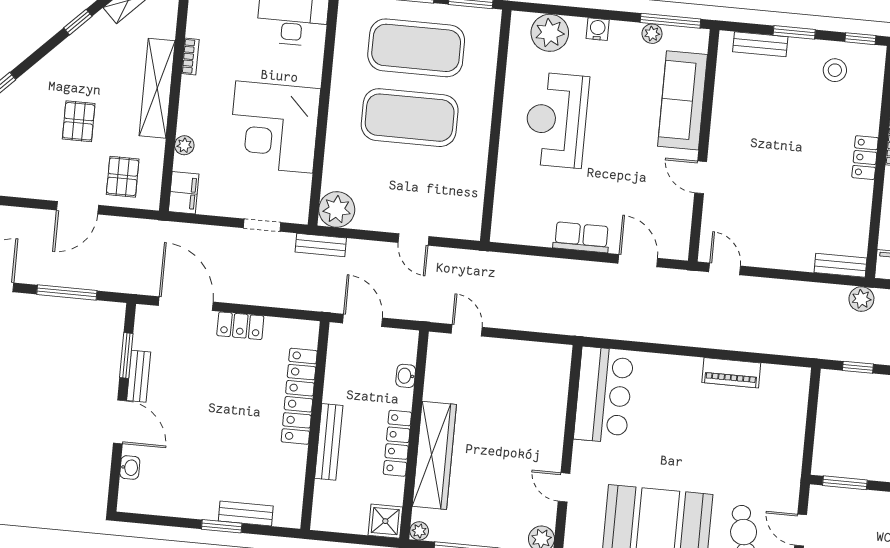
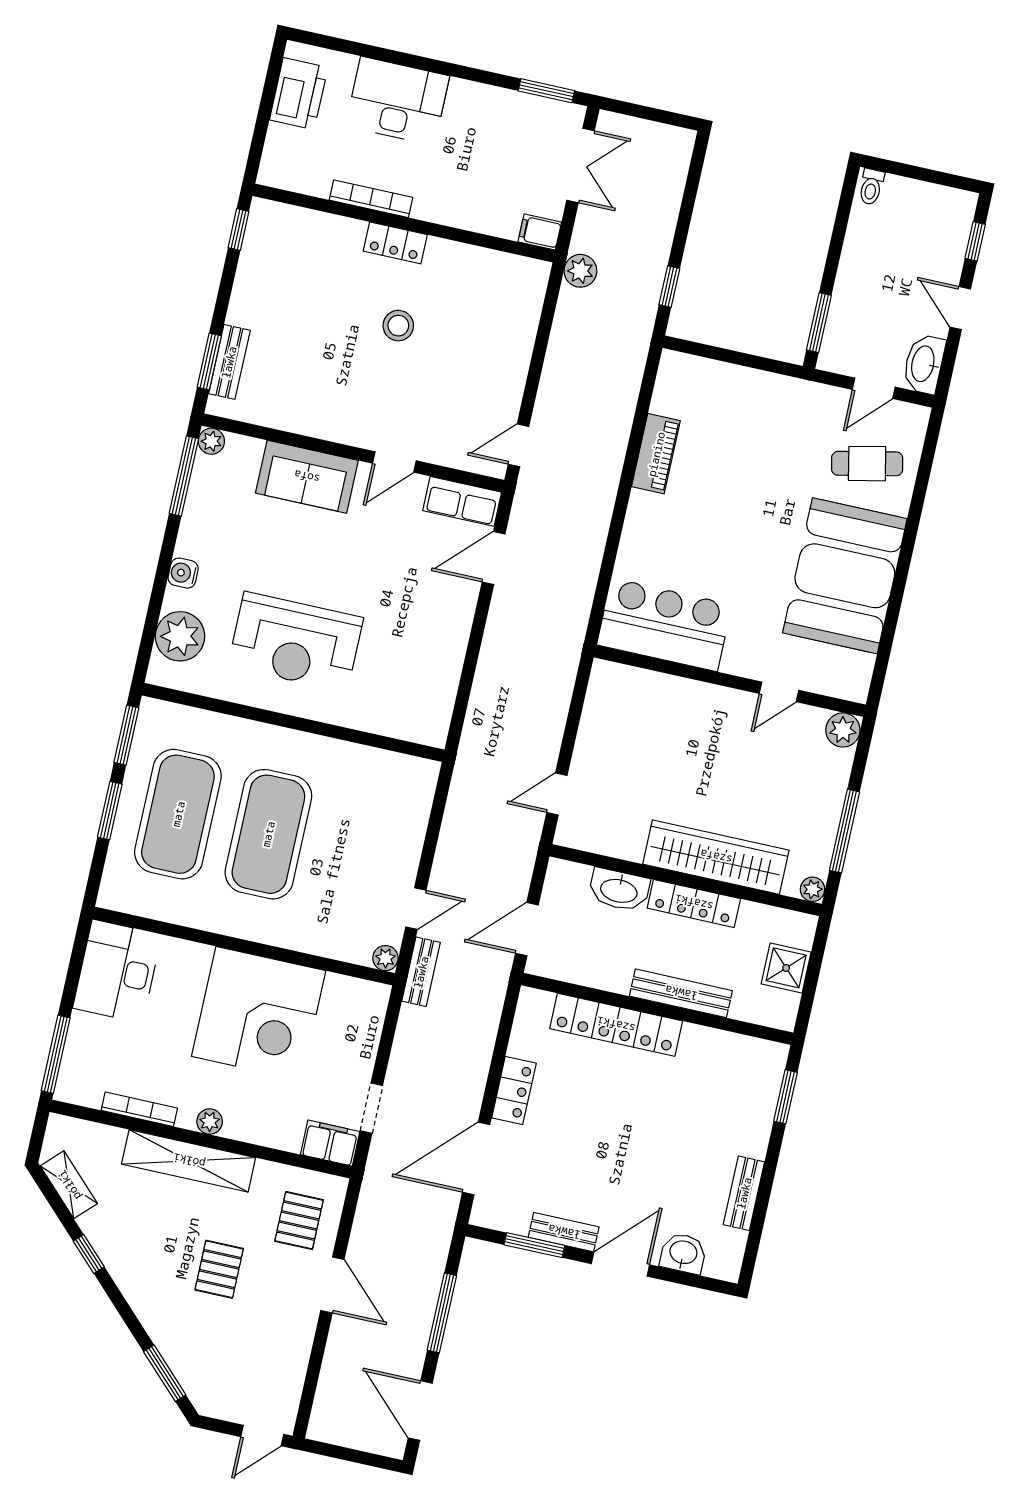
window: (794, 32) -> (209, 361), moved
plant: (652, 34) -> (211, 441), moved
bookcase: (190, 57) -> (139, 1109), width x1.56
stool: (835, 70) -> (398, 326), moved
sofa: (683, 100) -> (307, 477), width x0.73
pallet: (79, 121) -> (219, 1269), turned 90
plant: (184, 145) -> (210, 1122), moved
pallet: (123, 177) -> (299, 1221), turned 90
plant: (337, 209) -> (385, 958), width x0.53, depth x0.53
doorway: (262, 225) -> (372, 1108), moved
row of seats: (581, 237) -> (462, 501), moved, turned -90
door: (413, 239) -> (416, 909), moved
bench: (841, 265) -> (533, 293), removed
washbasin: (406, 376) -> (619, 890), width x1.91, depth x1.45
washbasin: (130, 468) -> (683, 1253), width x1.38, depth x1.45
bench: (246, 514) -> (744, 1193), moved
shower: (385, 521) -> (786, 968), moved
window: (222, 526) -> (786, 1097), moved

